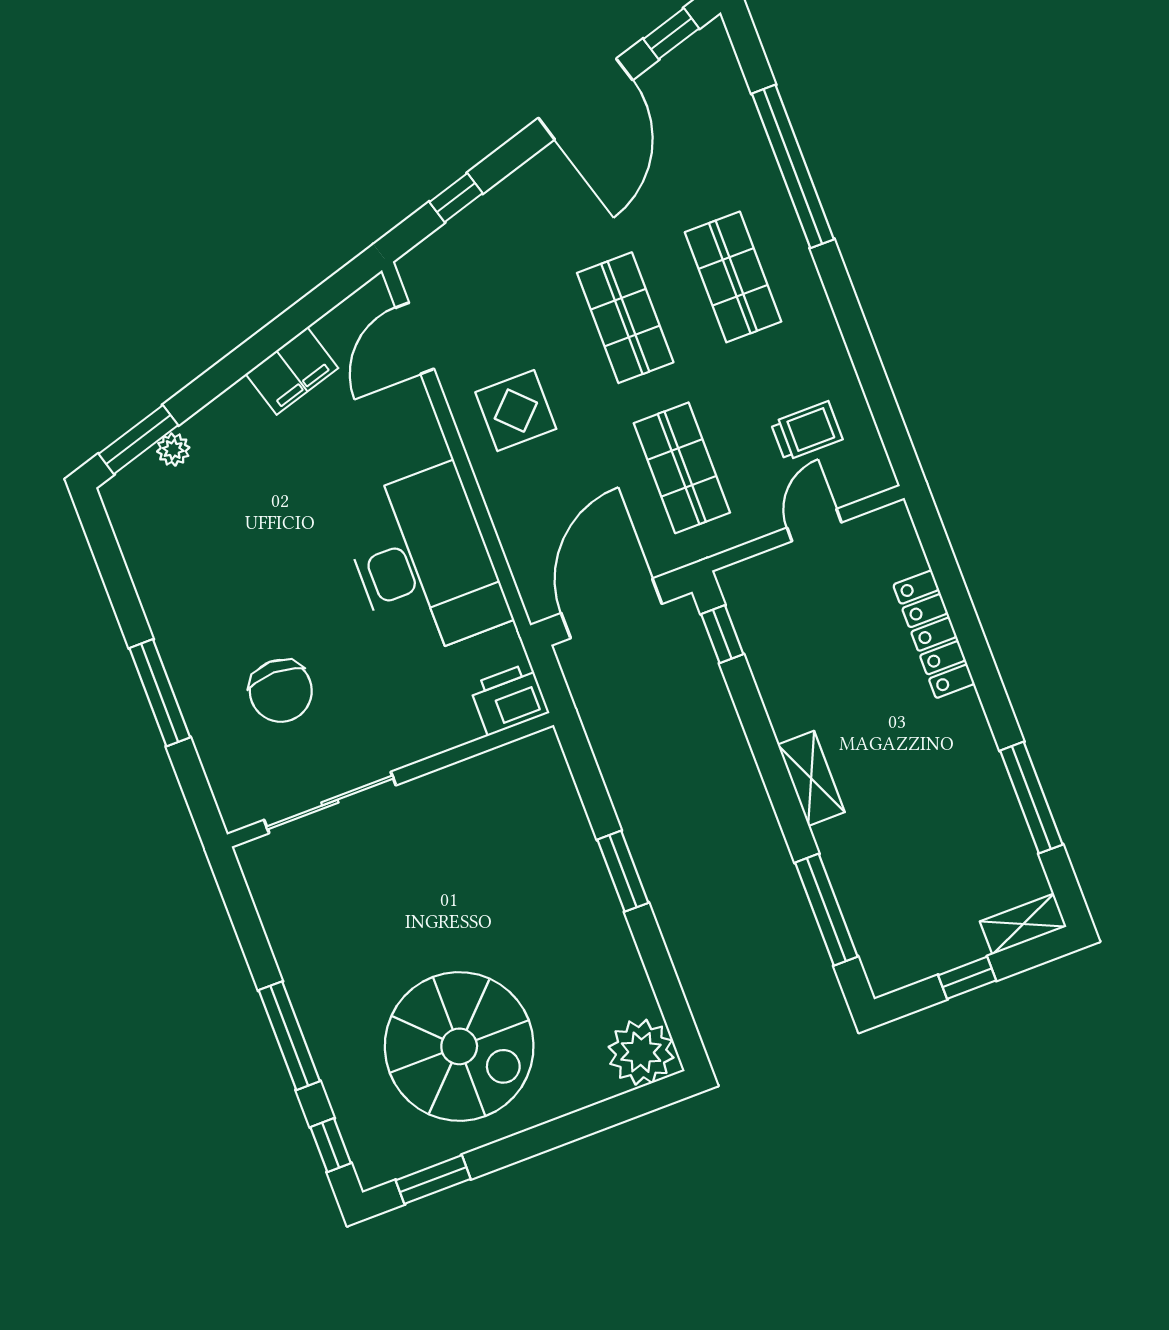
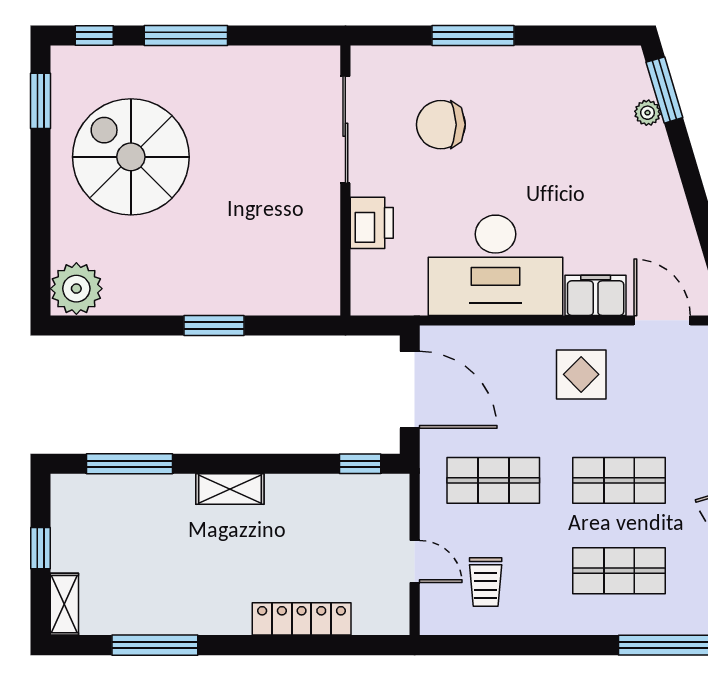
filing cabinet: (292, 371) -> (596, 295), moved, turned 107
printer: (509, 699) -> (372, 223), moved
spiral stairs: (459, 1046) -> (131, 157), turned 90

